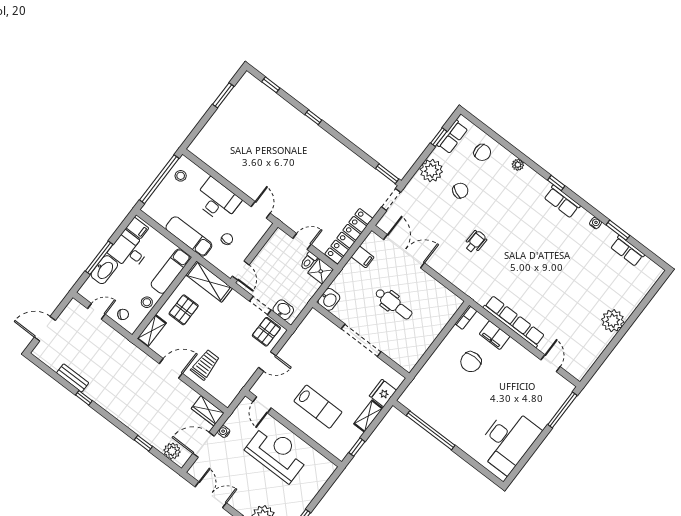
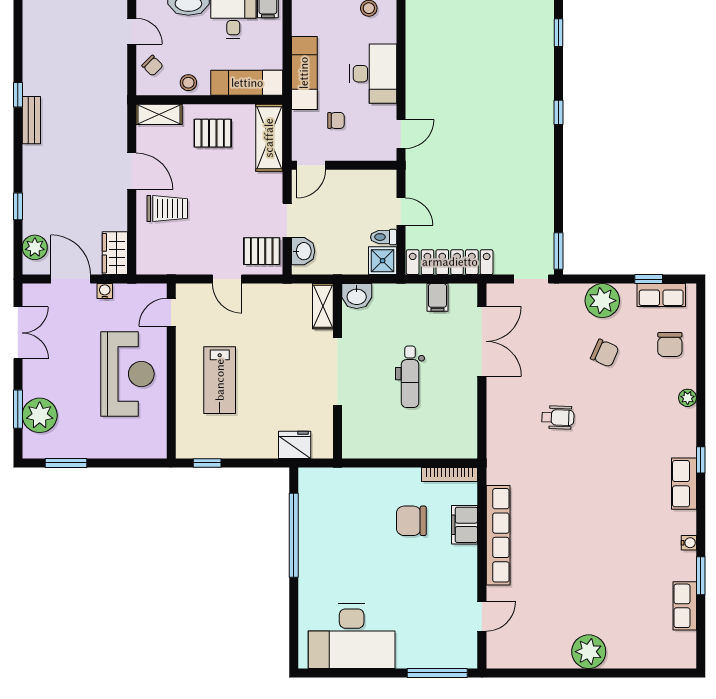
bookcase: (466, 317) -> (450, 474), width x1.56
bench: (73, 378) -> (31, 120), moved
shelving: (368, 416) -> (323, 306), moved, turned 90

